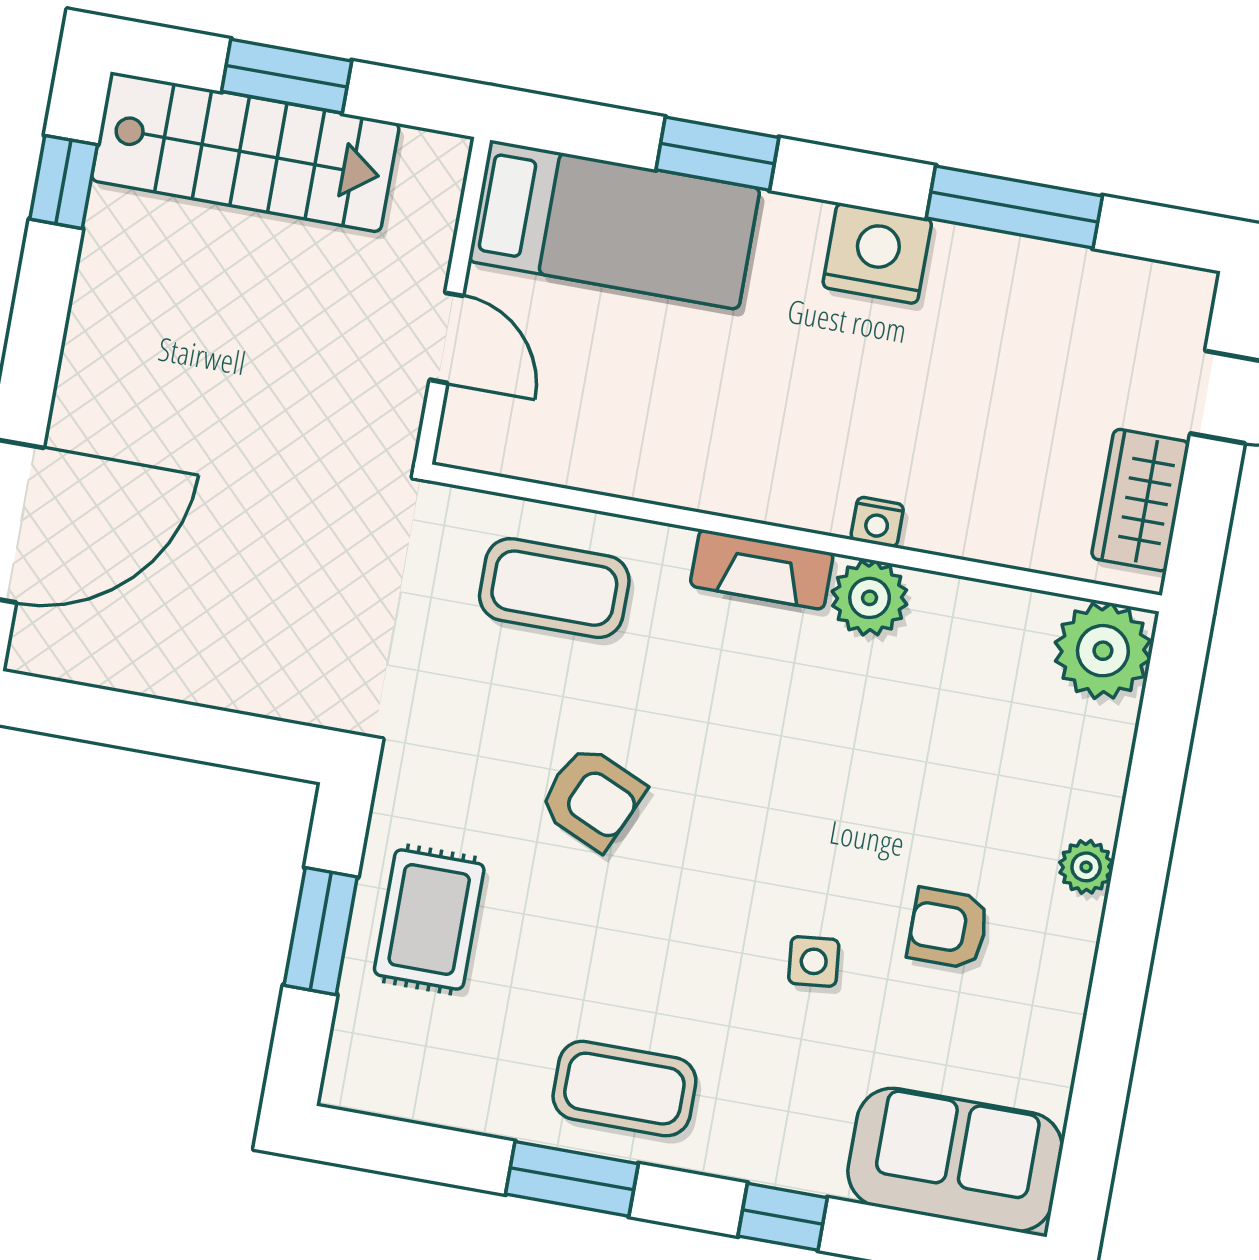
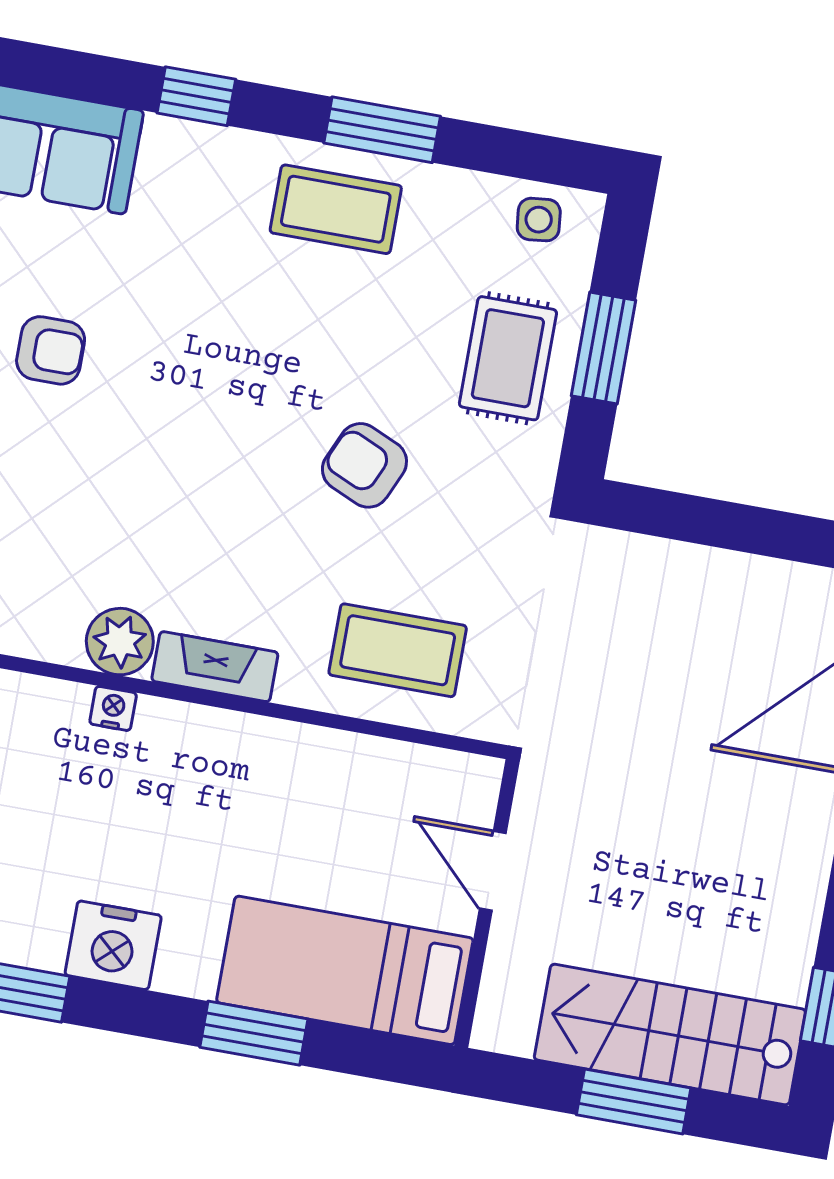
side table: (814, 961) -> (539, 220), moved

